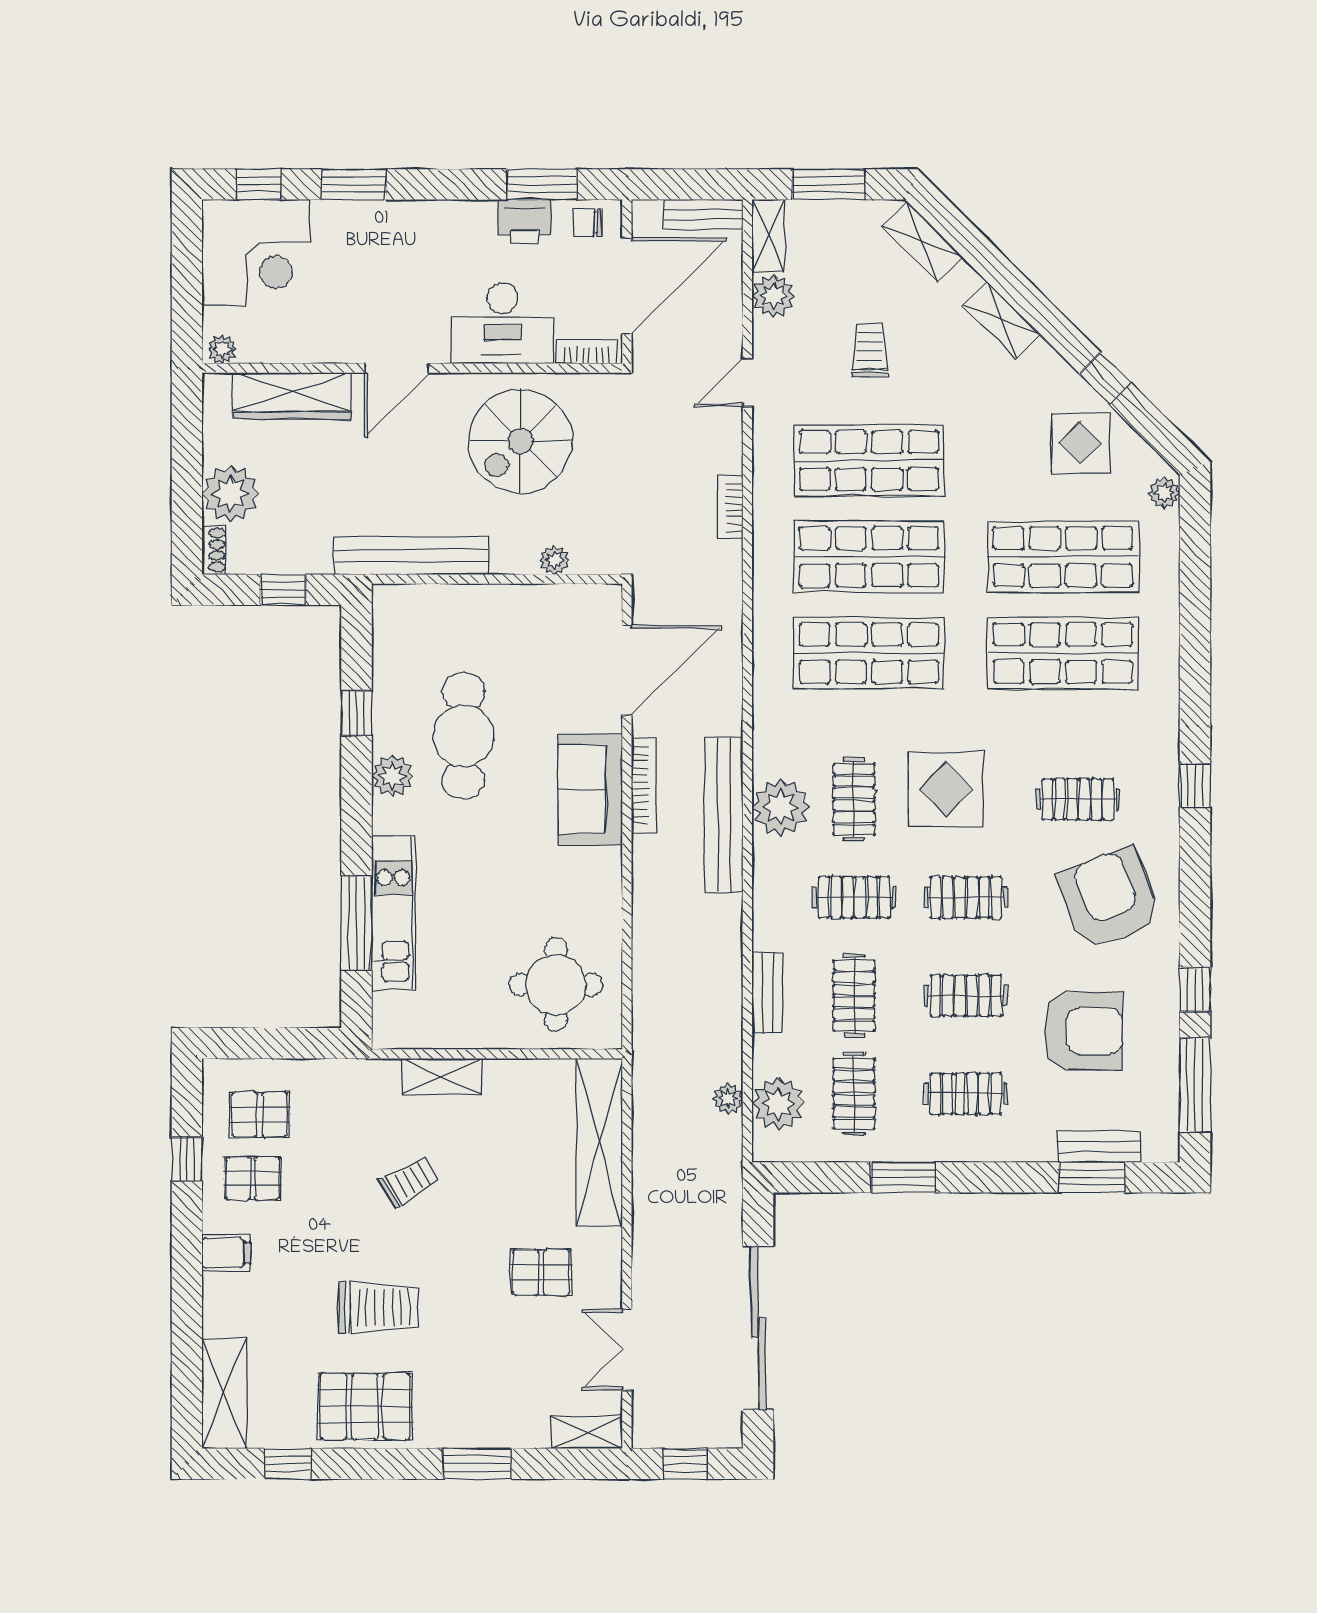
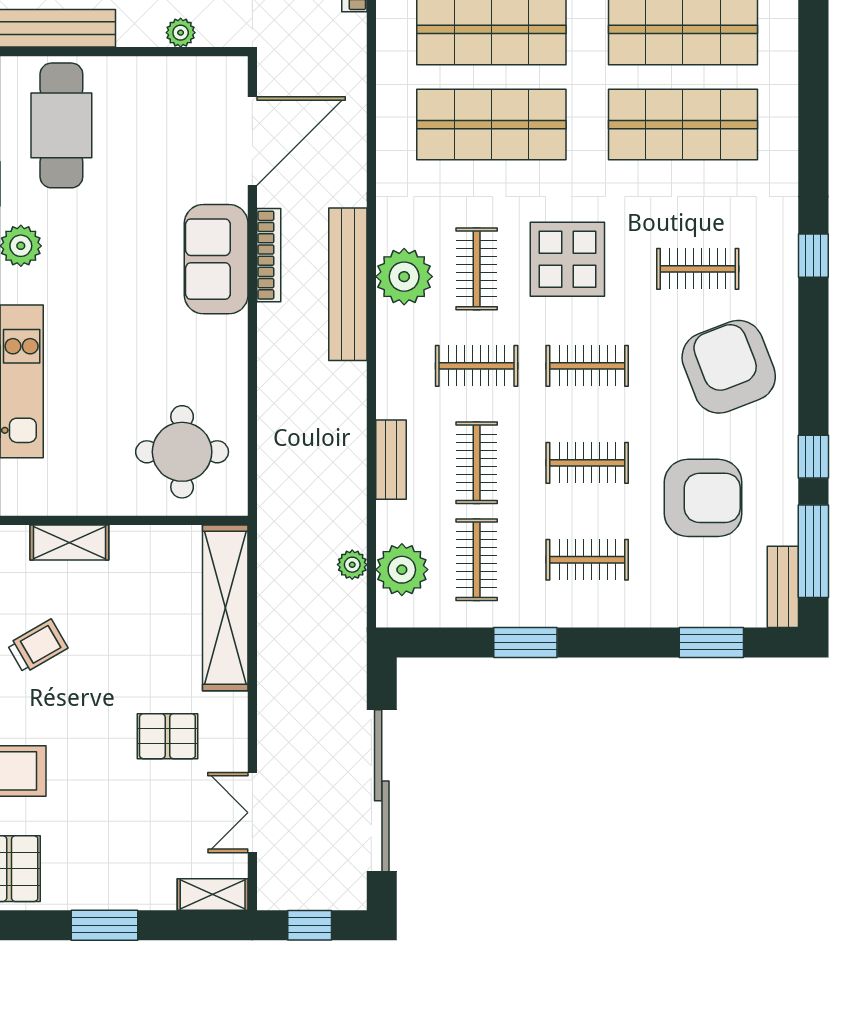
cafe table: (463, 736) -> (61, 125), moved
bench: (1099, 1147) -> (783, 587), moved, turned 90

